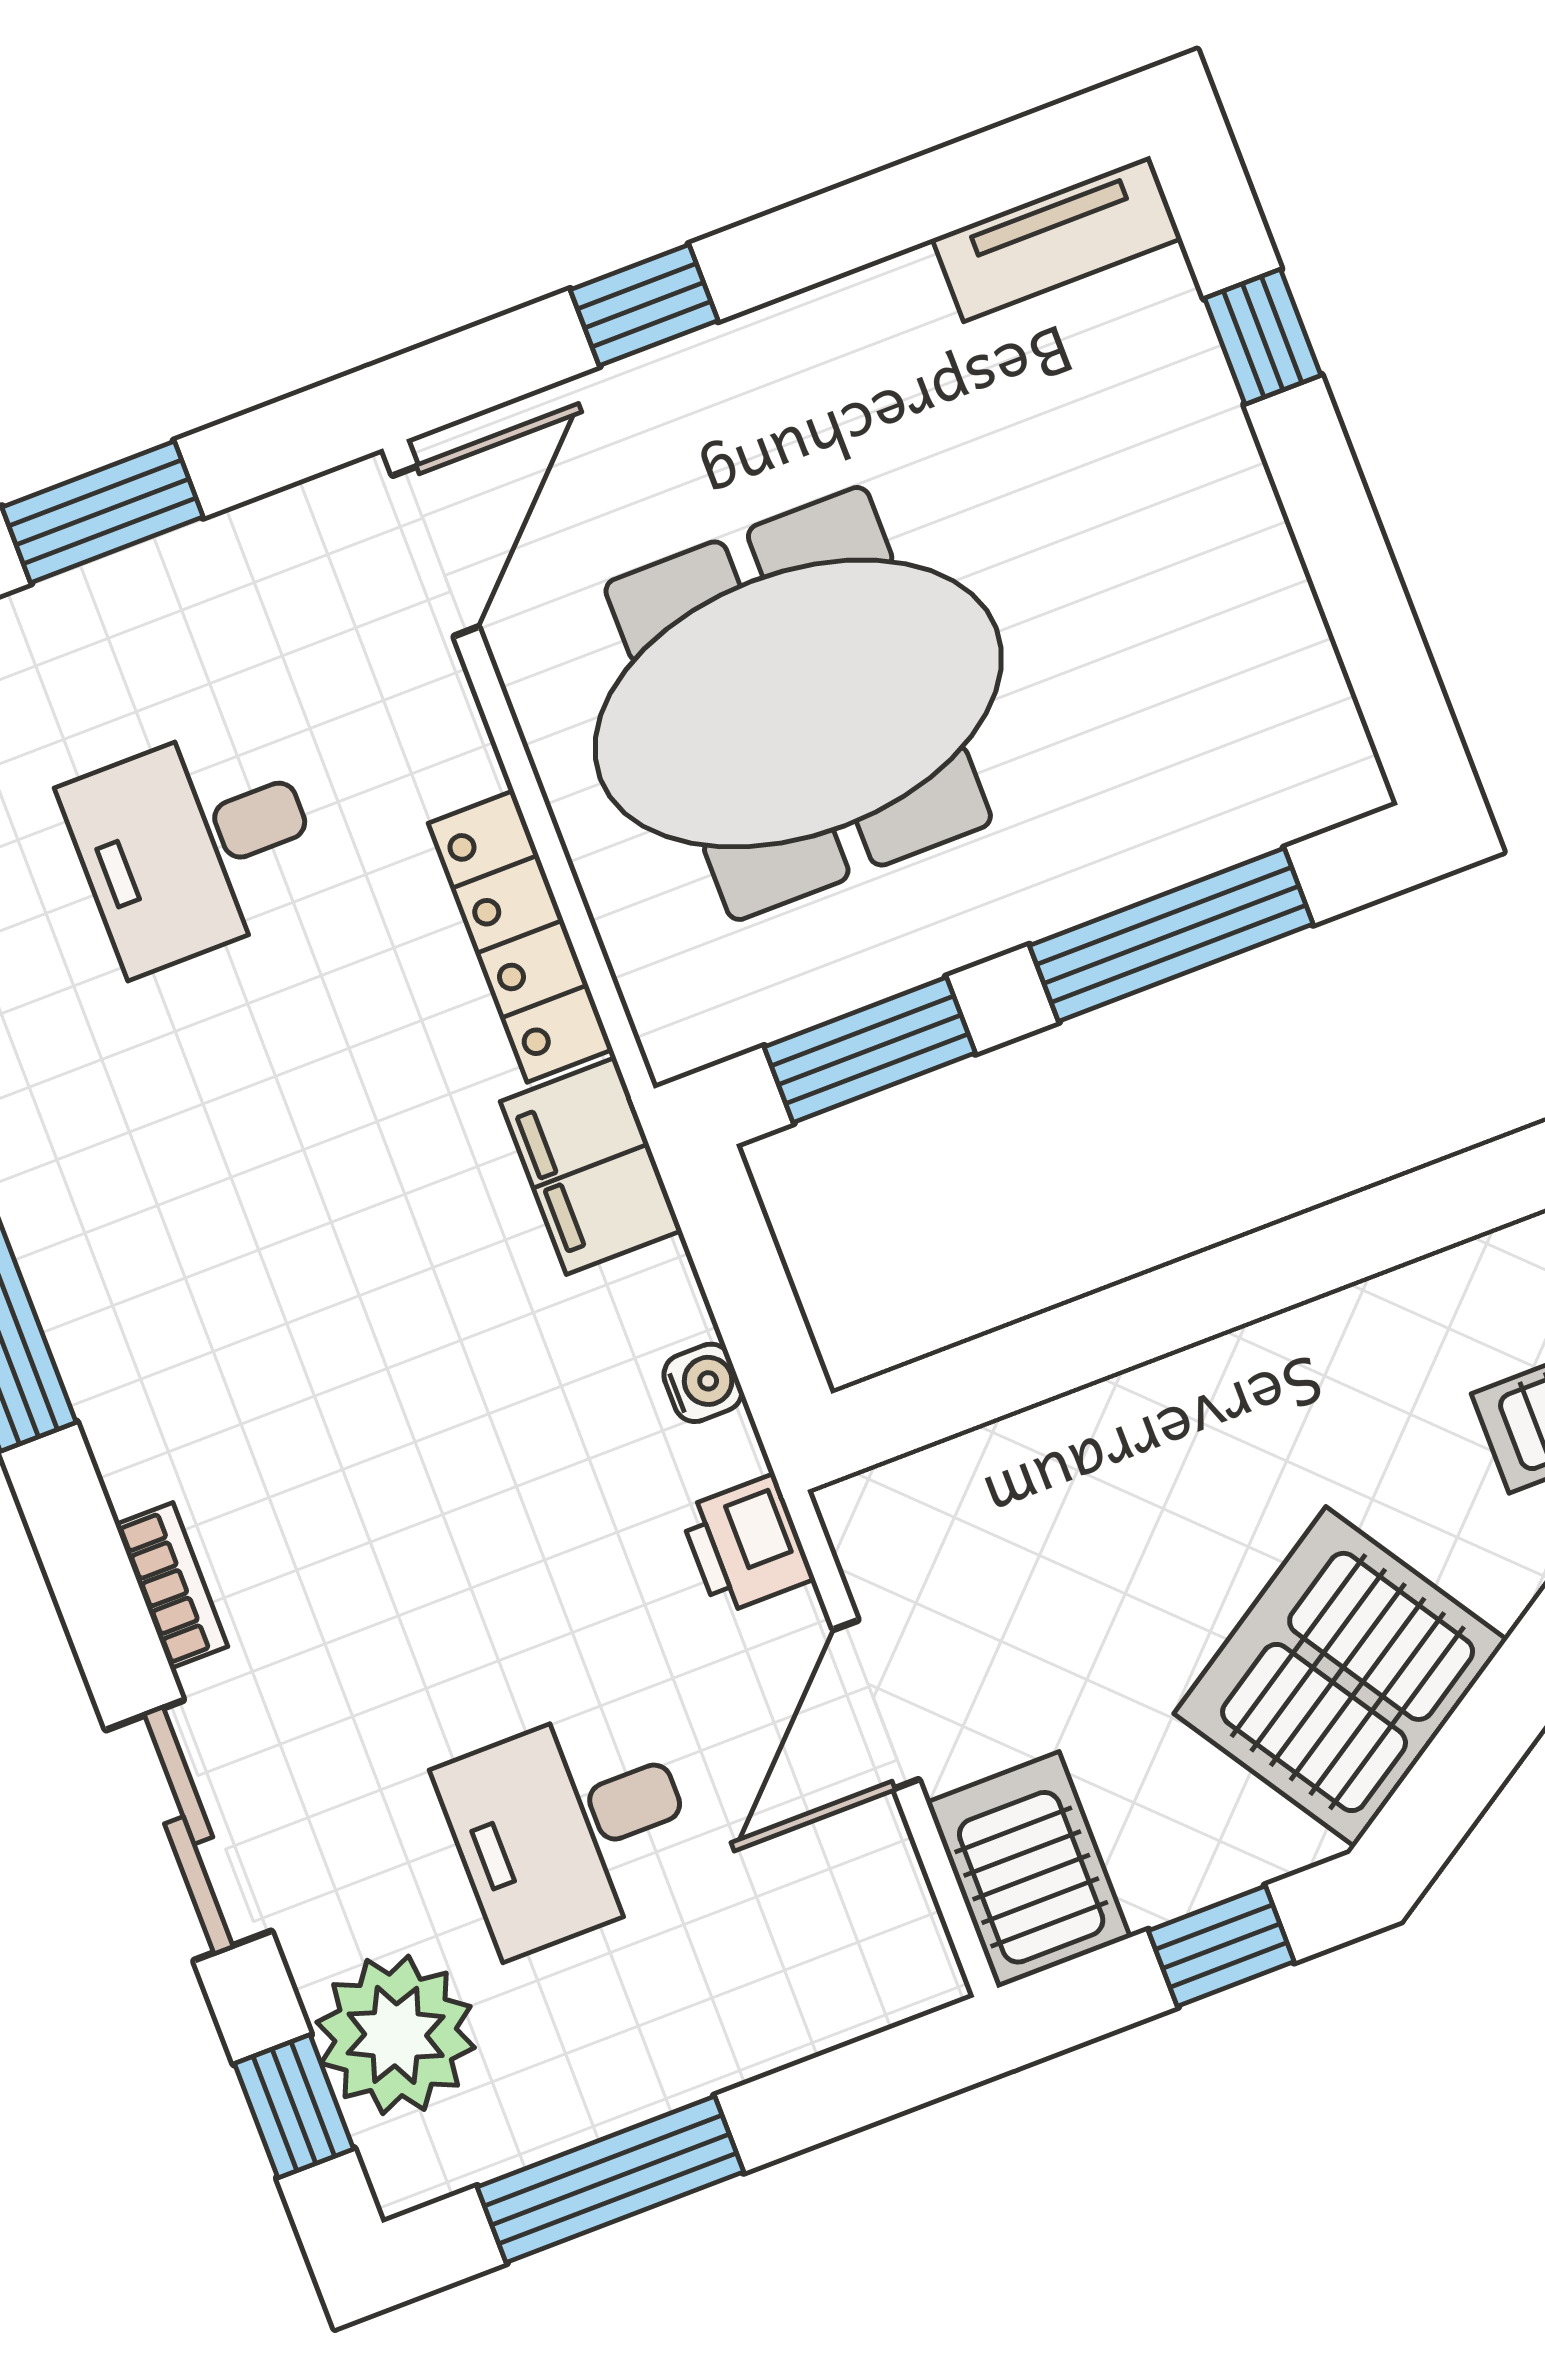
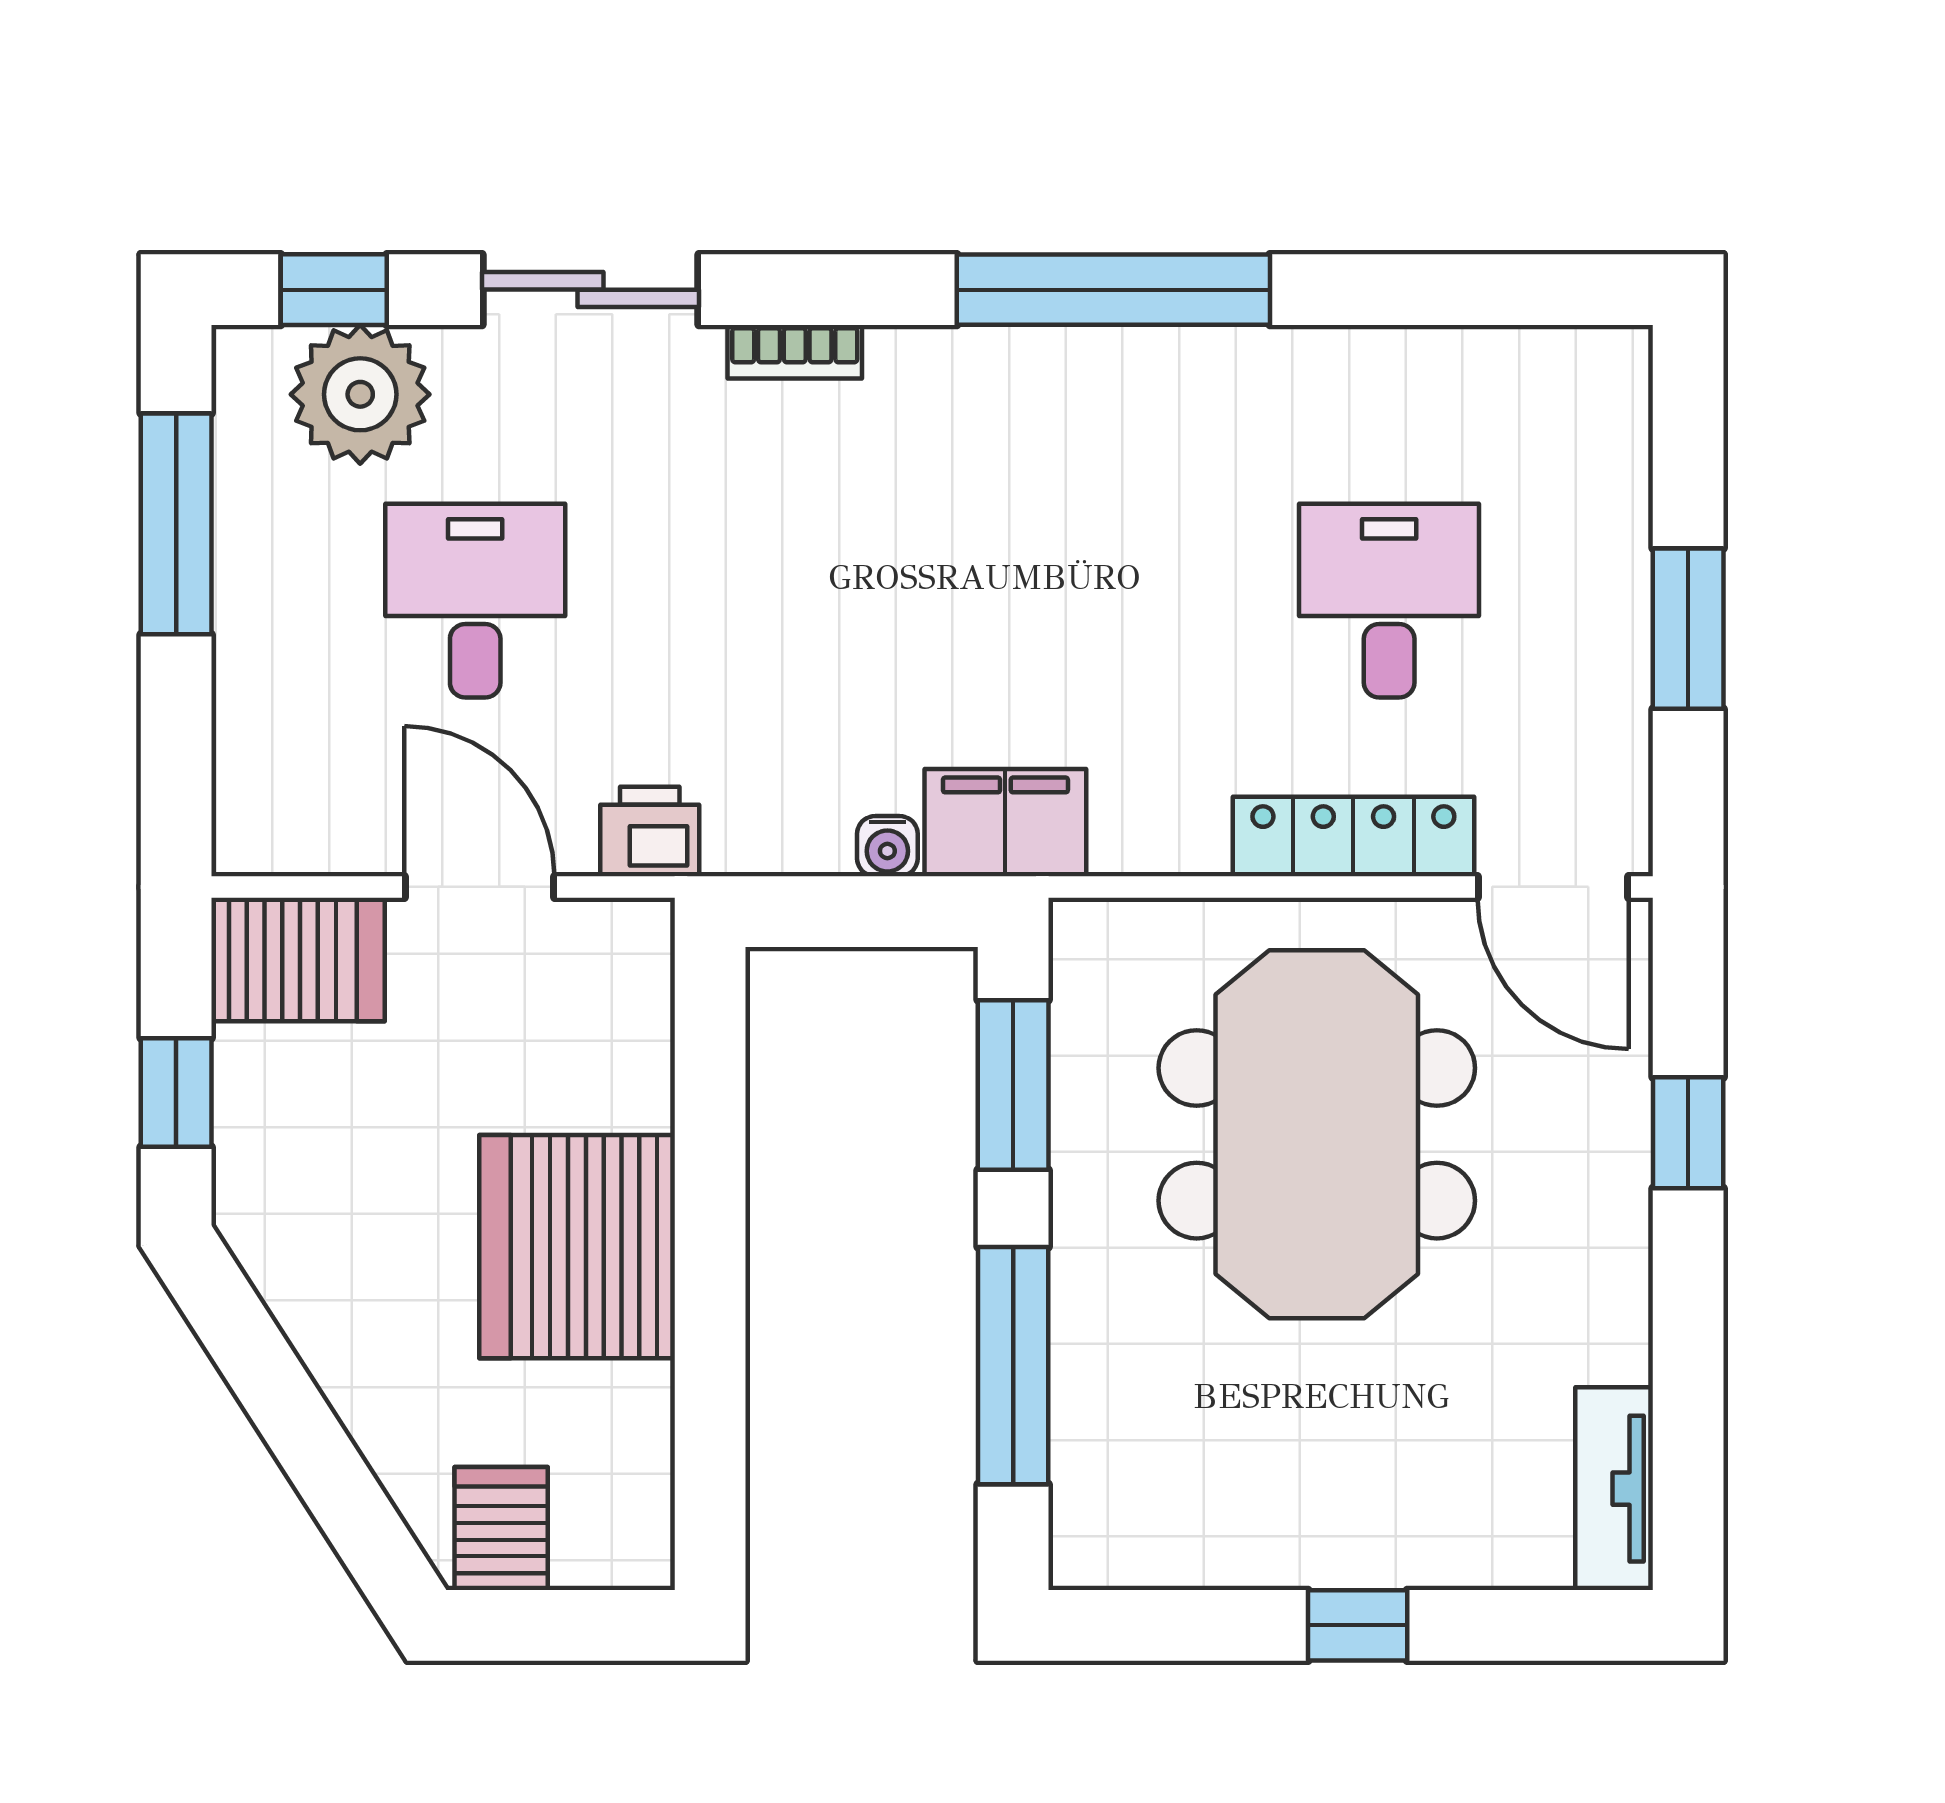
window: (1263, 337) -> (1358, 1625), moved
locker: (521, 936) -> (1353, 836), moved
water cooler: (703, 1383) -> (887, 846), moved
server rack: (1340, 1677) -> (577, 1247), moved, turned -147

